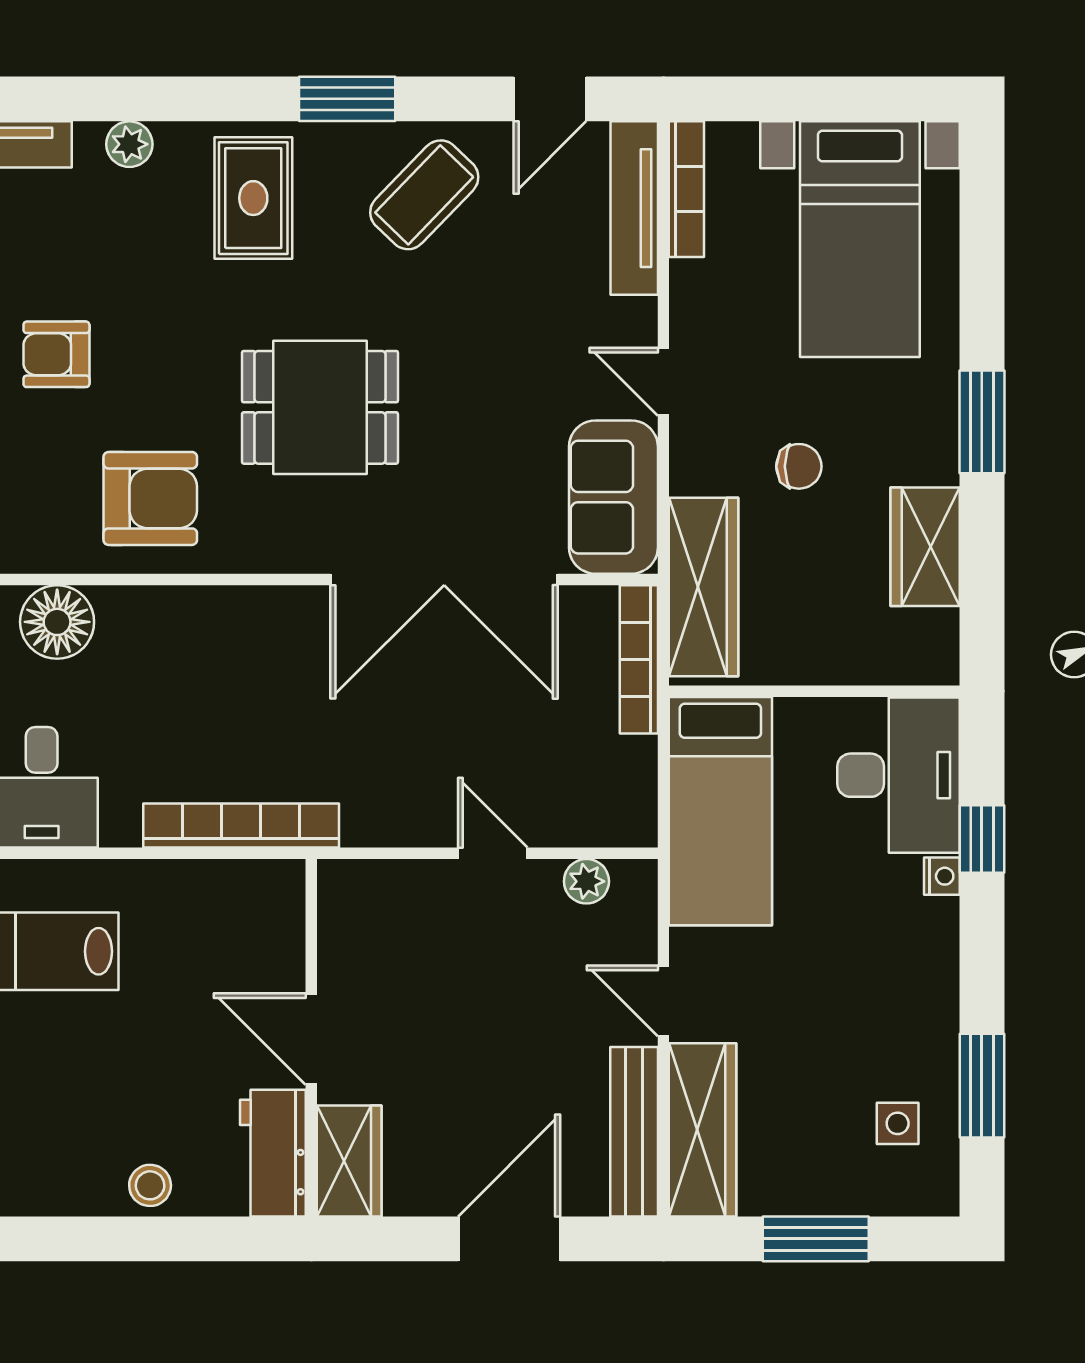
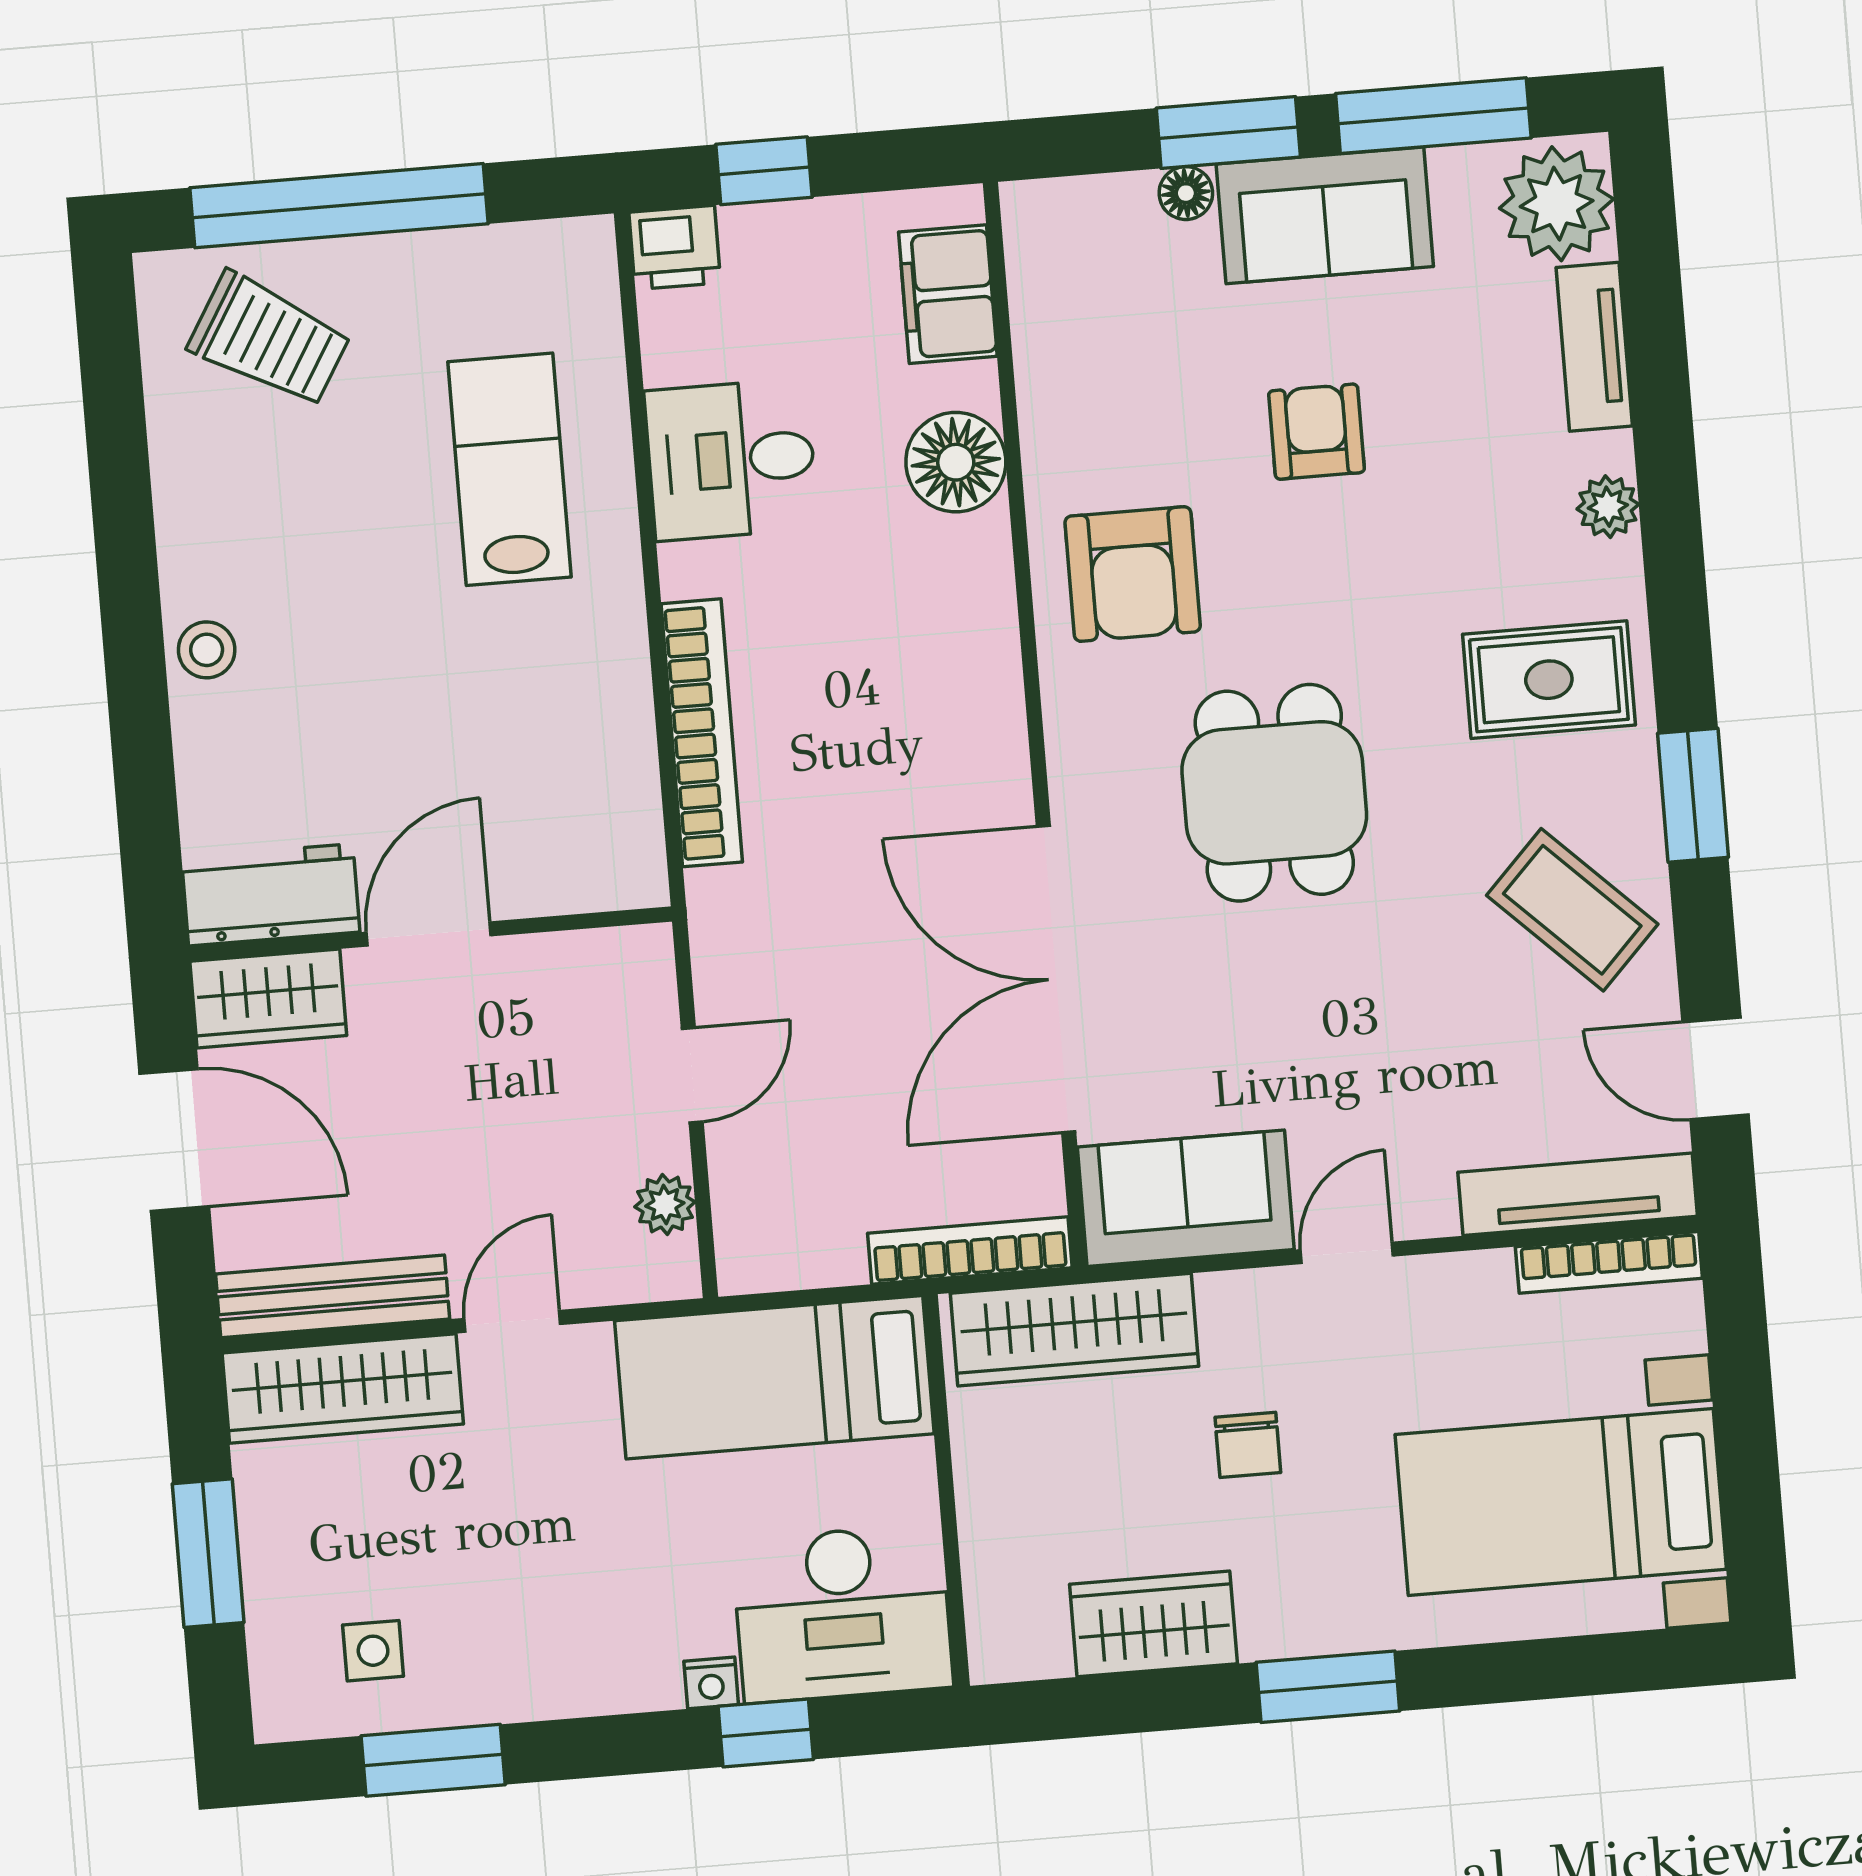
wall: (311, 1038) -> (430, 934), moved
door: (311, 1039) -> (429, 934), moved
workbench: (273, 1153) -> (271, 895), moved
wardrobe: (349, 1161) -> (268, 998), moved

